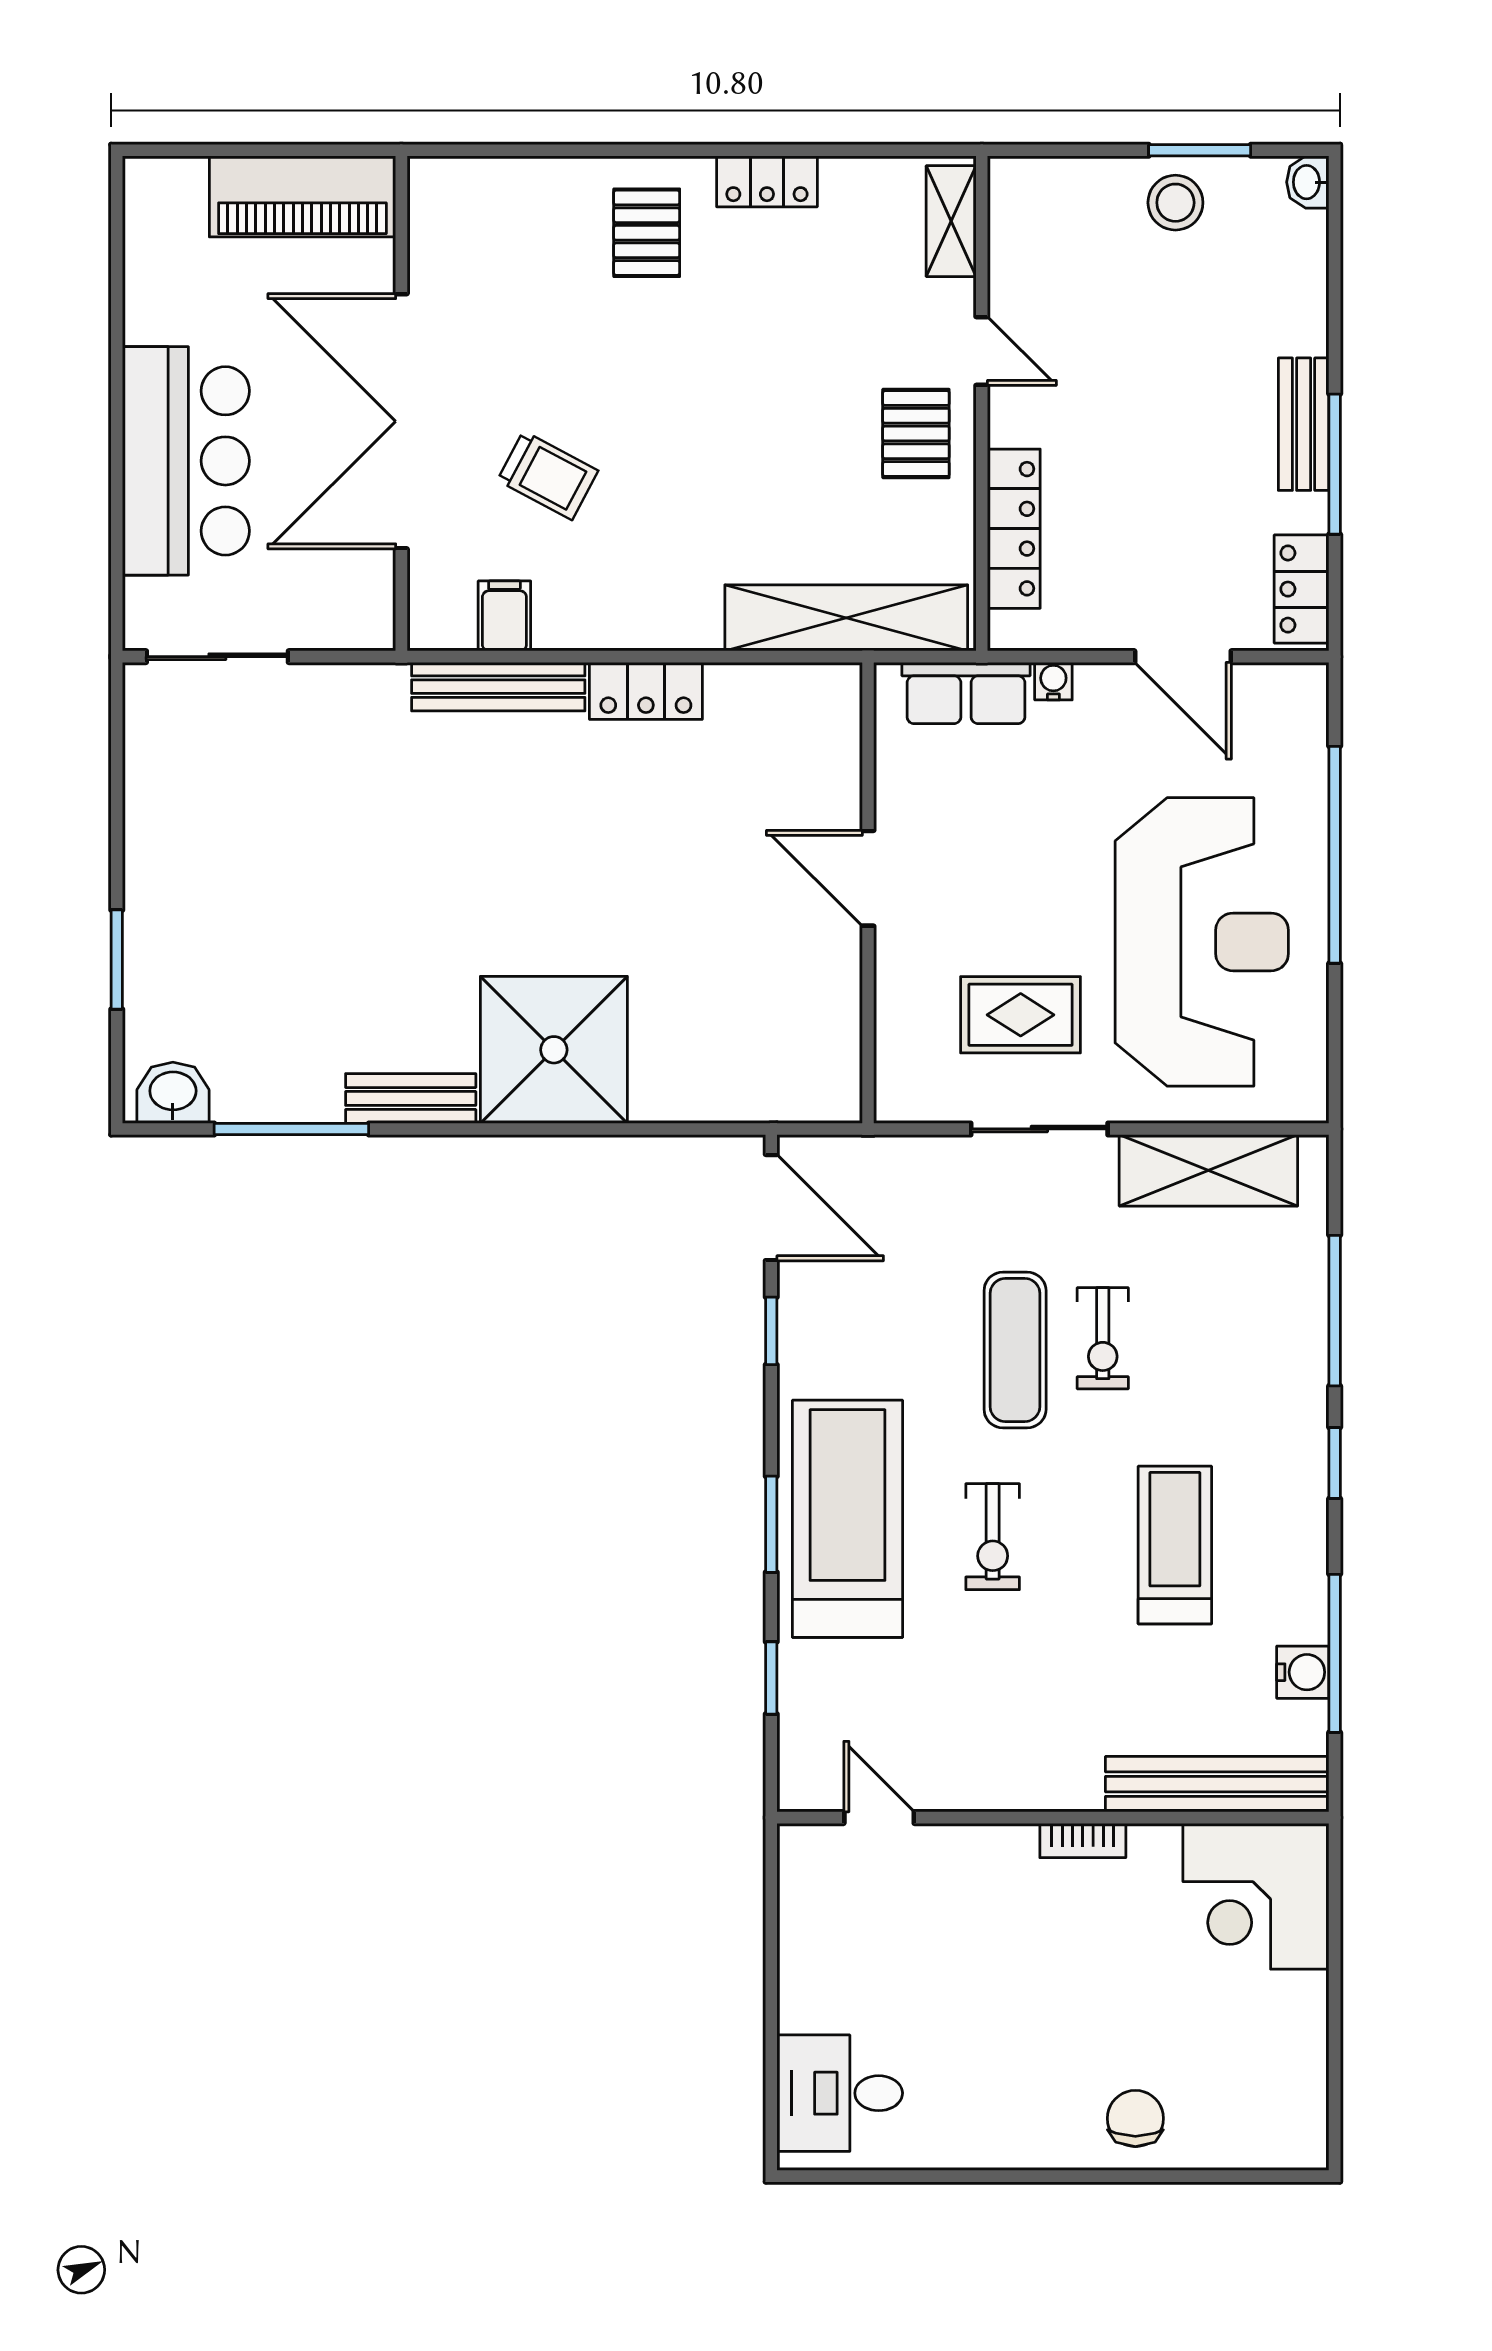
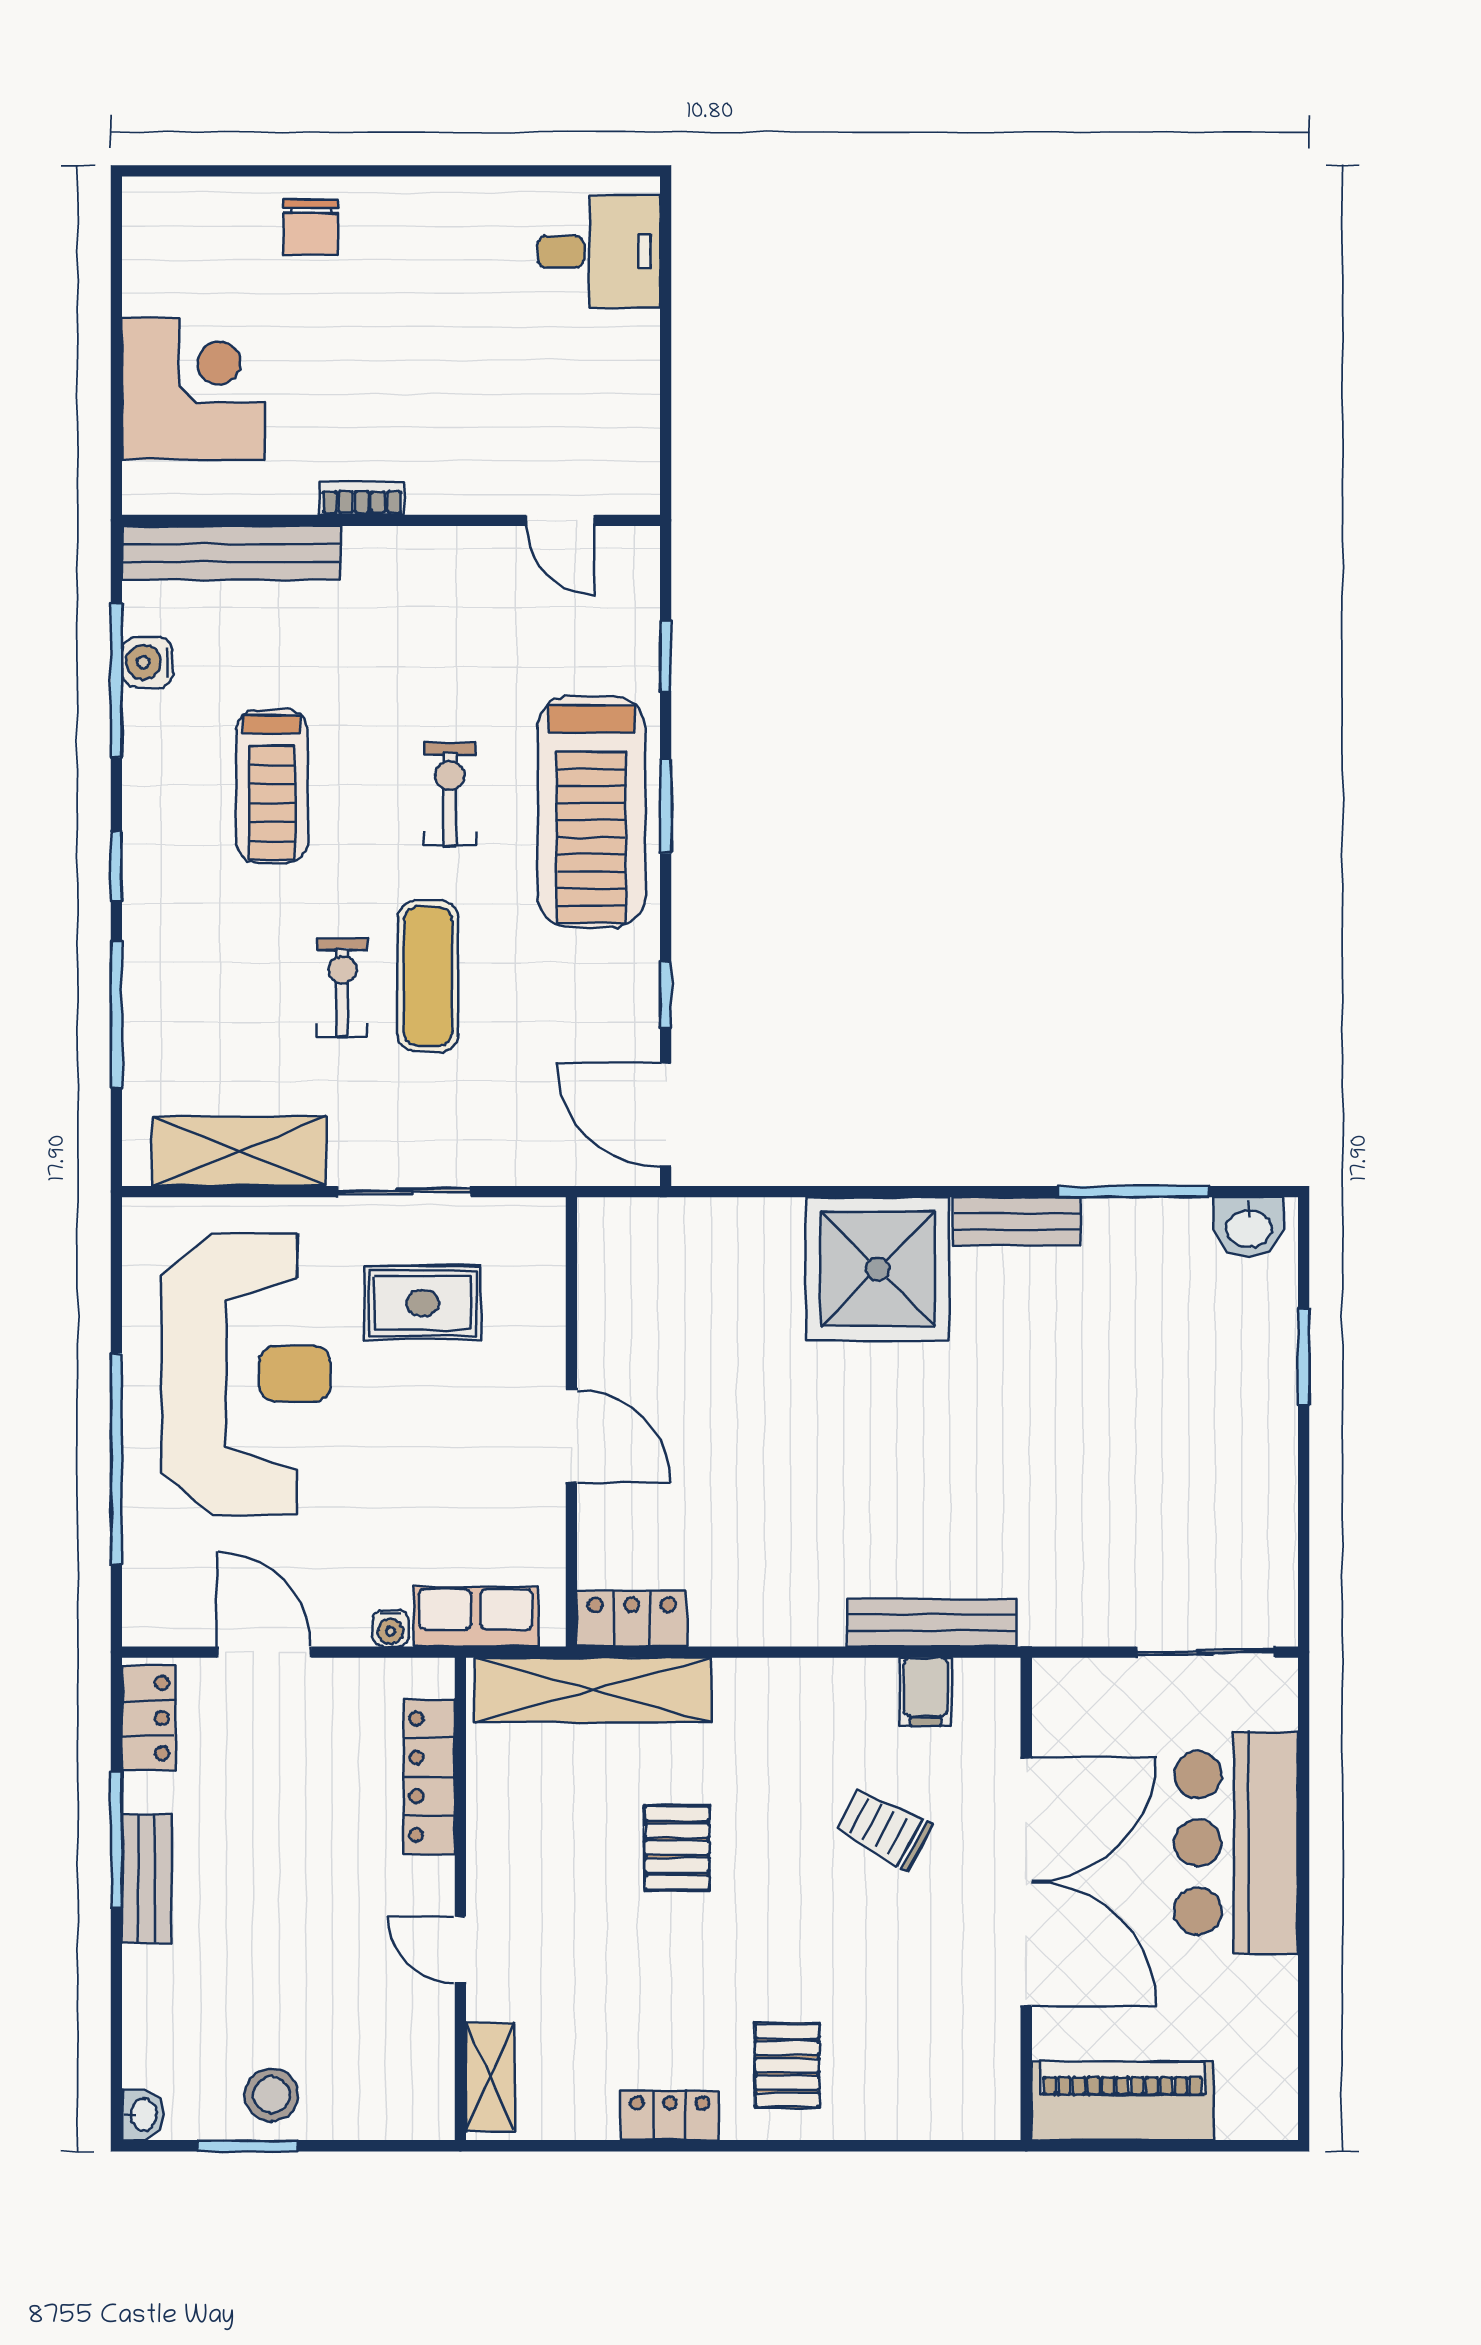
pallet: (916, 434) -> (677, 1848), moved
locker: (646, 691) -> (632, 1619), moved
reception desk: (1202, 942) -> (246, 1374), turned 180
corner desk: (1256, 1896) -> (193, 389), moved

